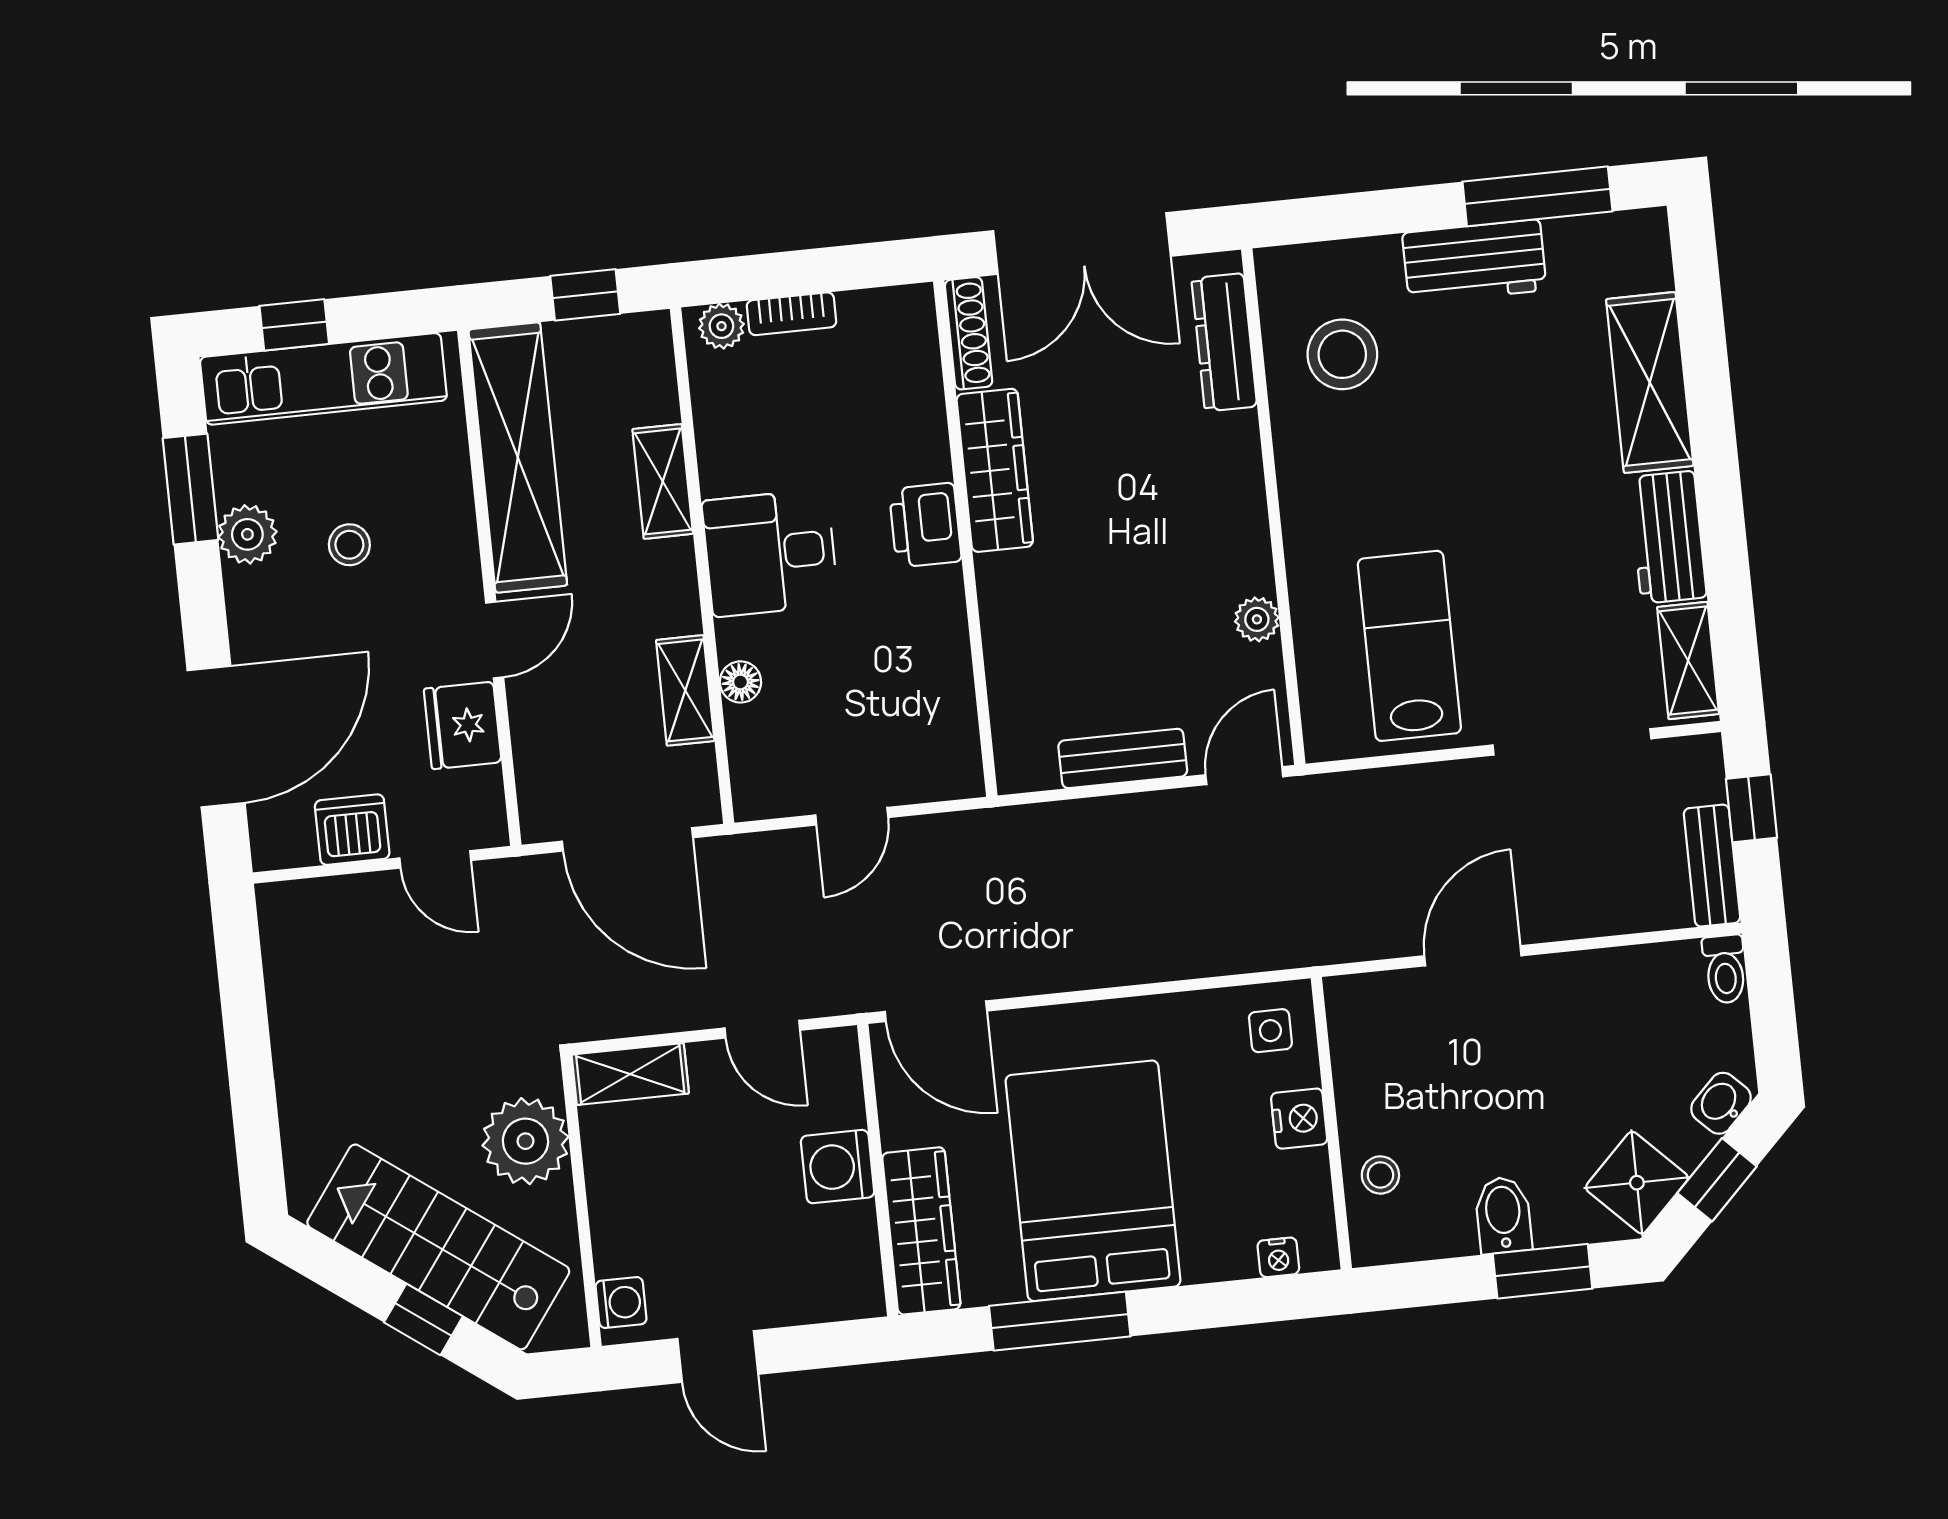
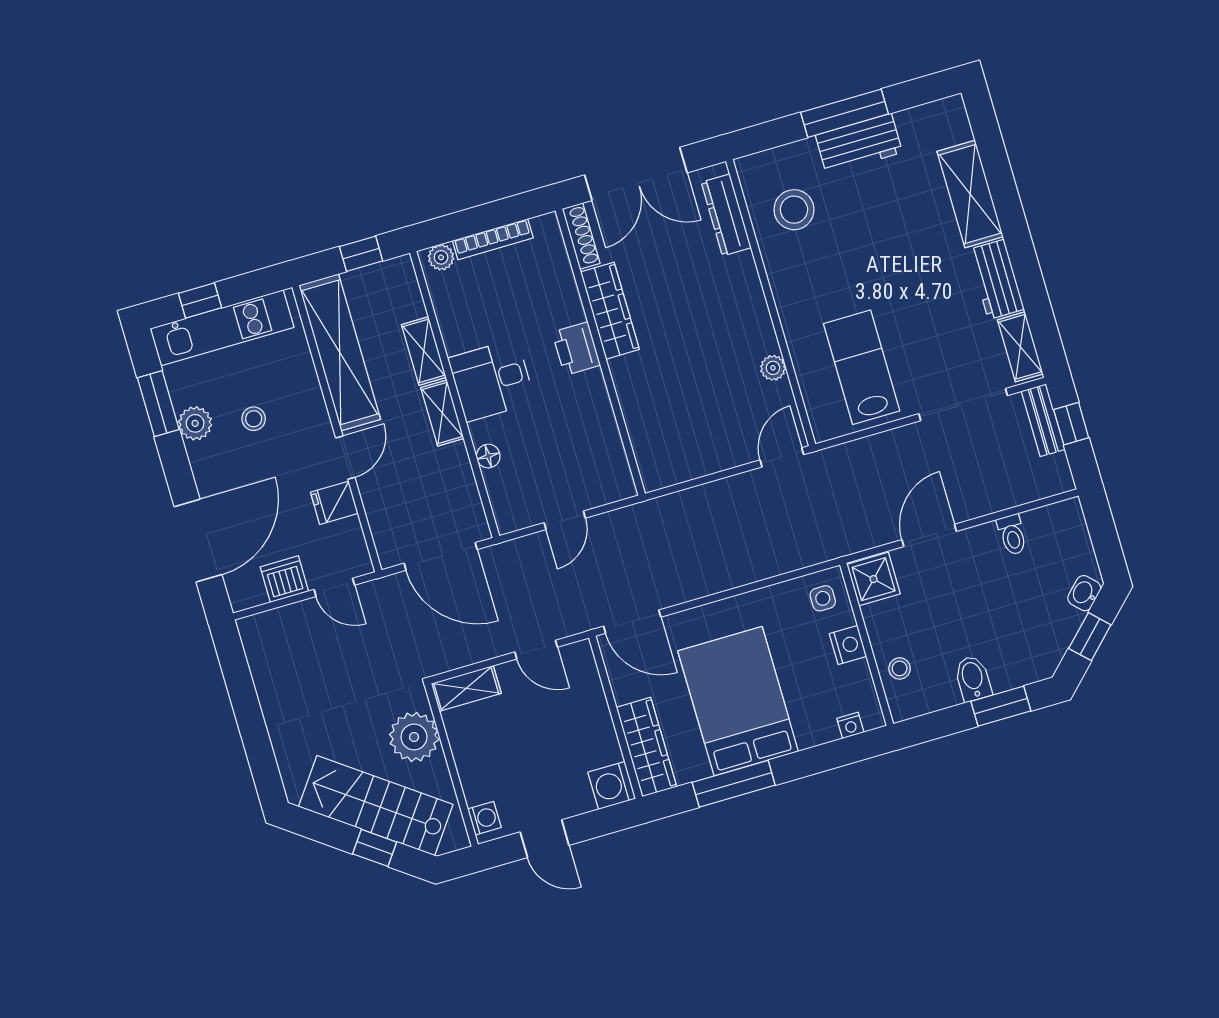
window: (1537, 196) -> (845, 113), moved
bookcase: (792, 314) -> (493, 239), width x1.56
shelving: (685, 690) -> (442, 413), moved
fridge: (463, 725) -> (334, 503), width x0.72
bench: (1123, 758) -> (712, 460), removed
bench: (1712, 866) -> (1043, 420), moved
toilet: (1725, 969) -> (1012, 535), moved
washing machine: (838, 1167) -> (612, 785), moved
shower: (1637, 1183) -> (874, 579), moved, turned 45

